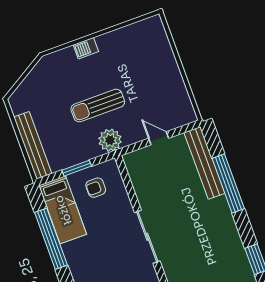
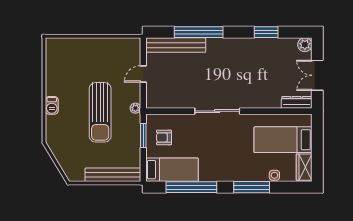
sun lounger: (98, 105) -> (100, 112), width x1.36, depth x1.34
plant: (110, 140) -> (135, 108), width x0.53, depth x0.53
window: (77, 168) -> (143, 136), moved
armchair: (96, 188) -> (164, 137), turned 90

